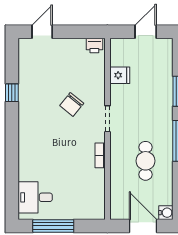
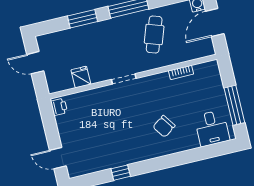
chair: (72, 104) -> (164, 126), moved, turned 106
bookcase: (100, 155) -> (181, 72), moved
cafe table: (146, 161) -> (154, 34), turned -71

